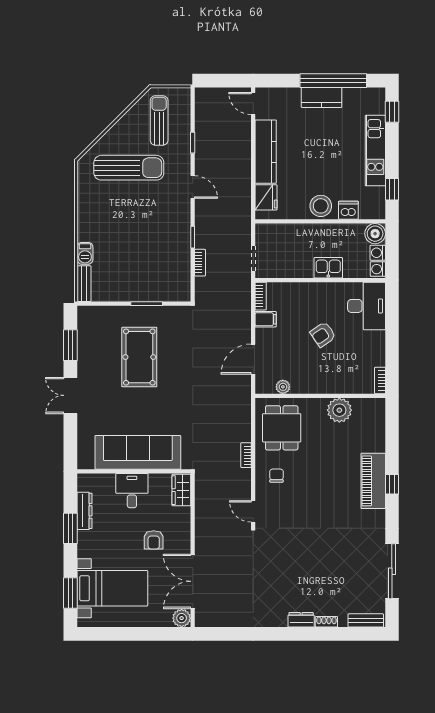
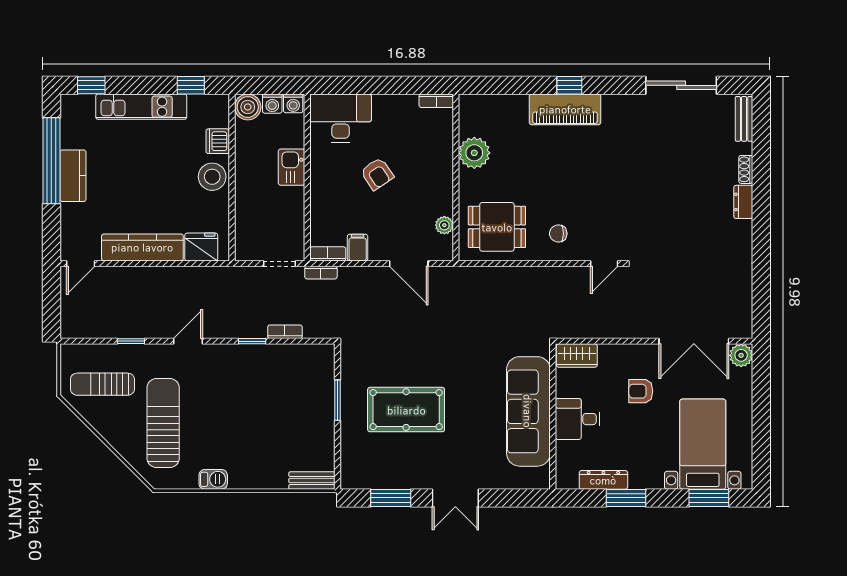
barbecue: (85, 253) -> (213, 479), moved
bookcase: (246, 455) -> (321, 273), moved
armchair: (154, 540) -> (641, 391), turned 180

